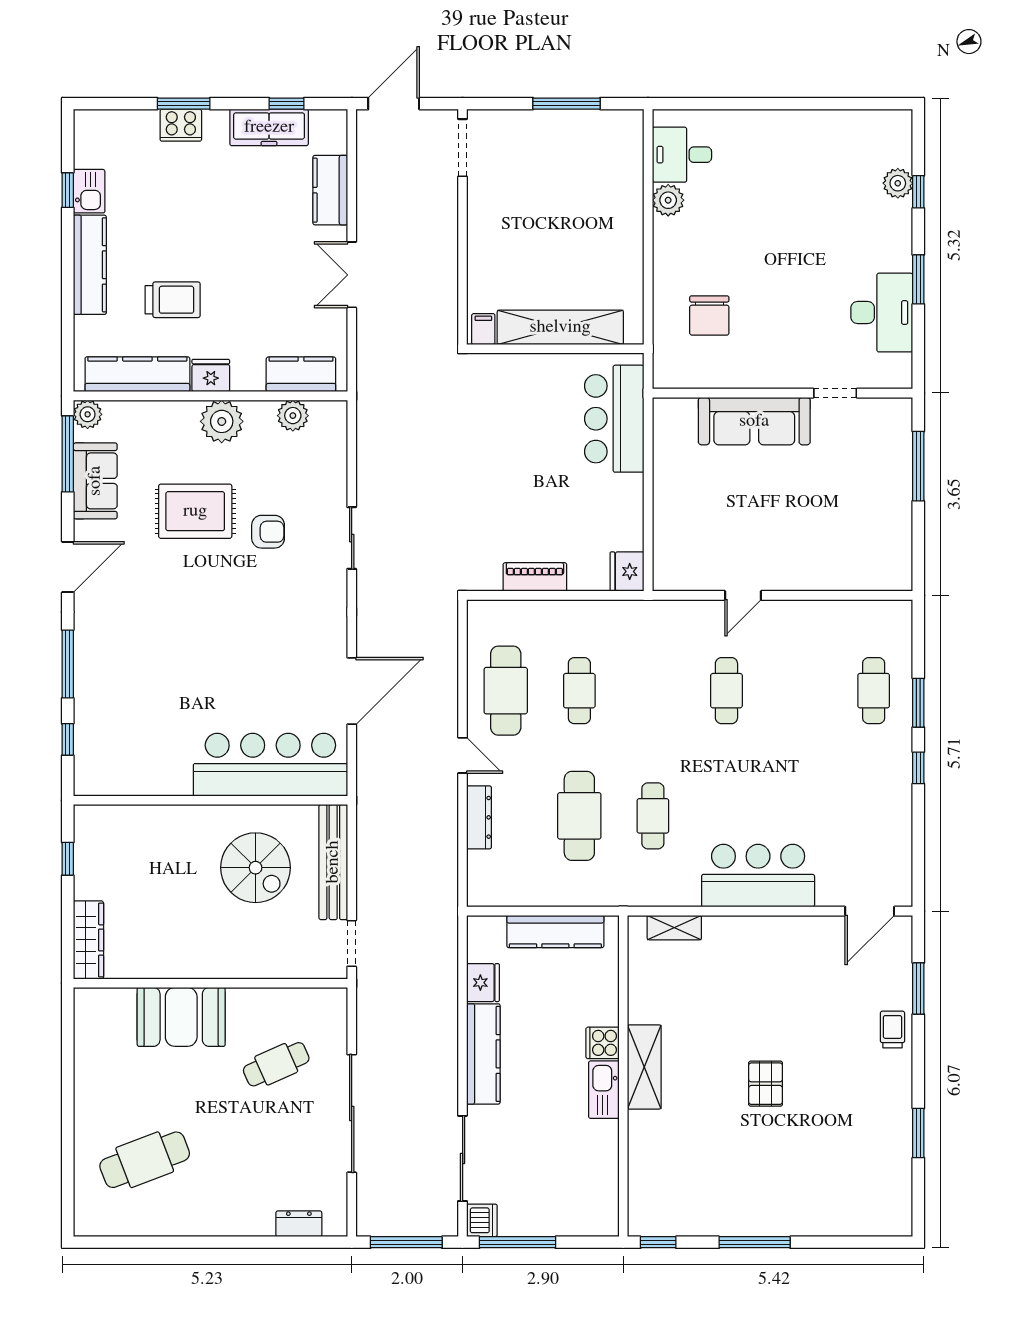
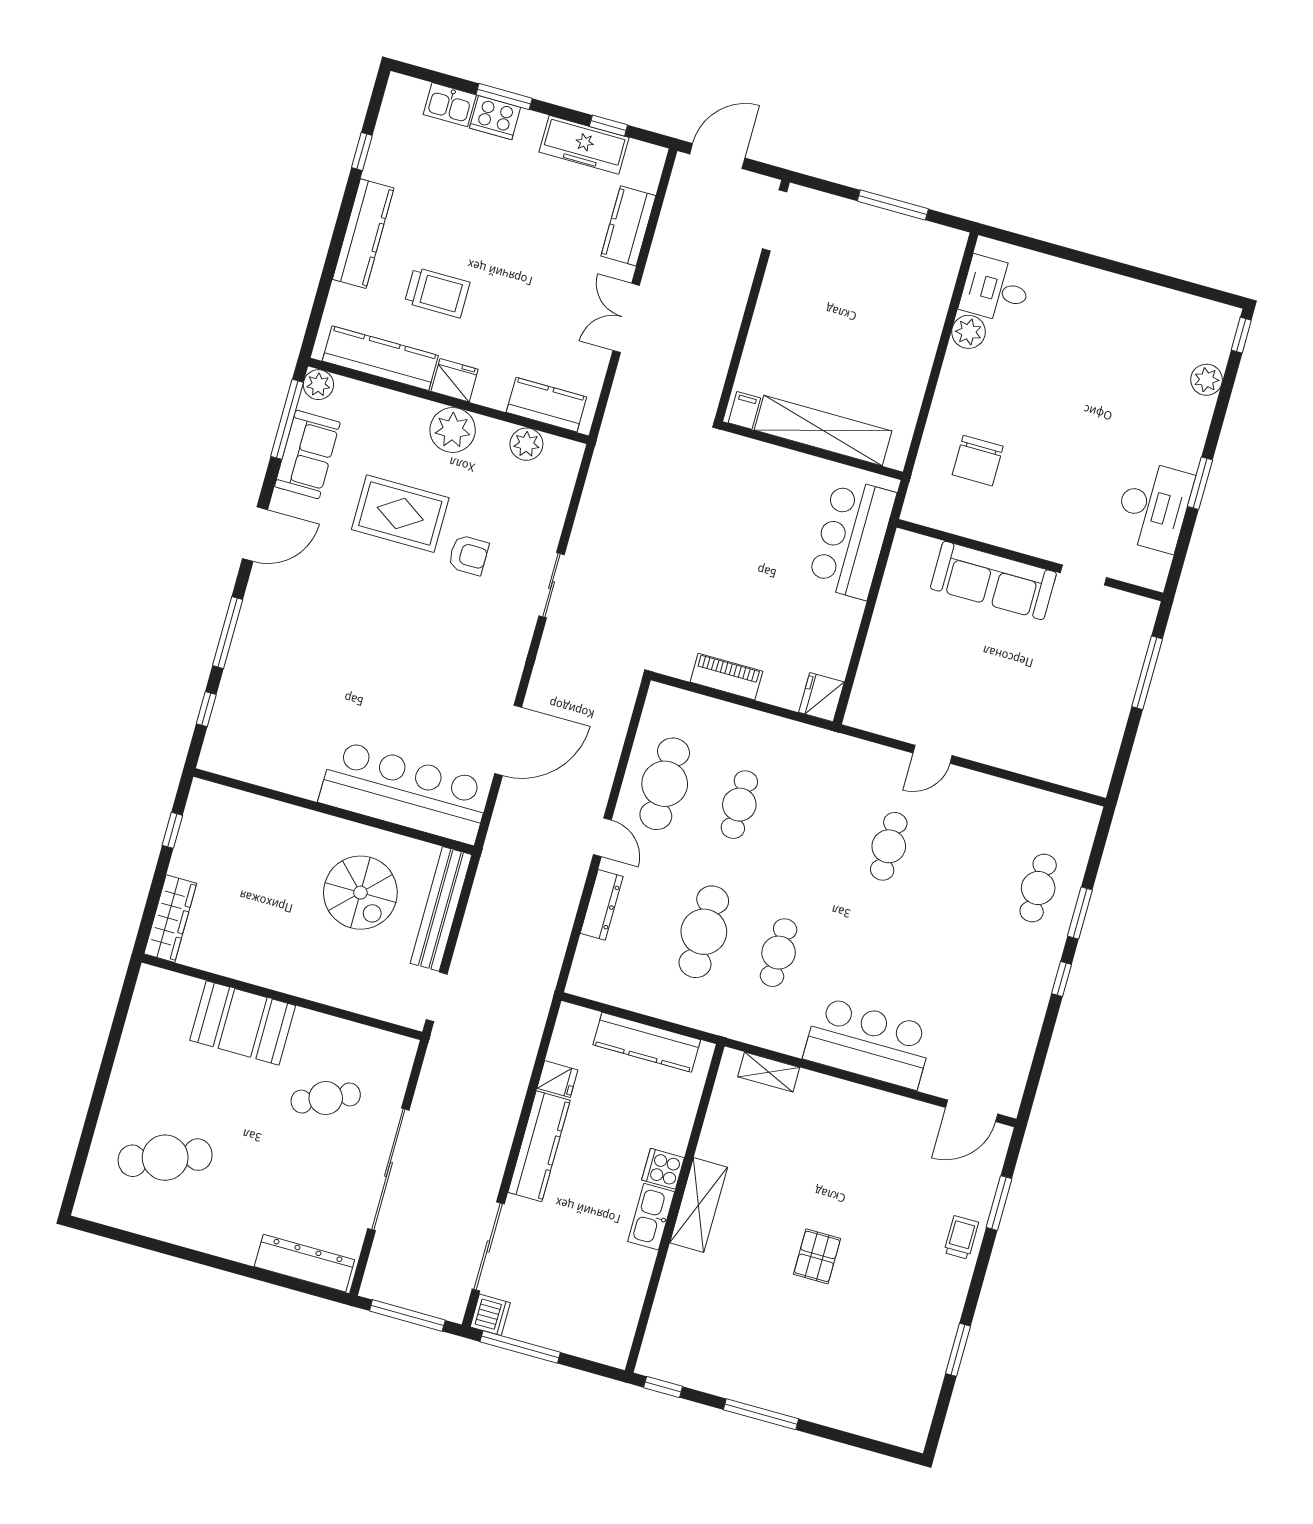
kitchen sink: (89, 191) -> (450, 105), moved, turned 90
window: (918, 192) -> (1241, 335), moved
fridge: (483, 983) -> (557, 1079), width x0.72
dresser: (299, 1224) -> (304, 1263), width x1.96, depth x1.24

